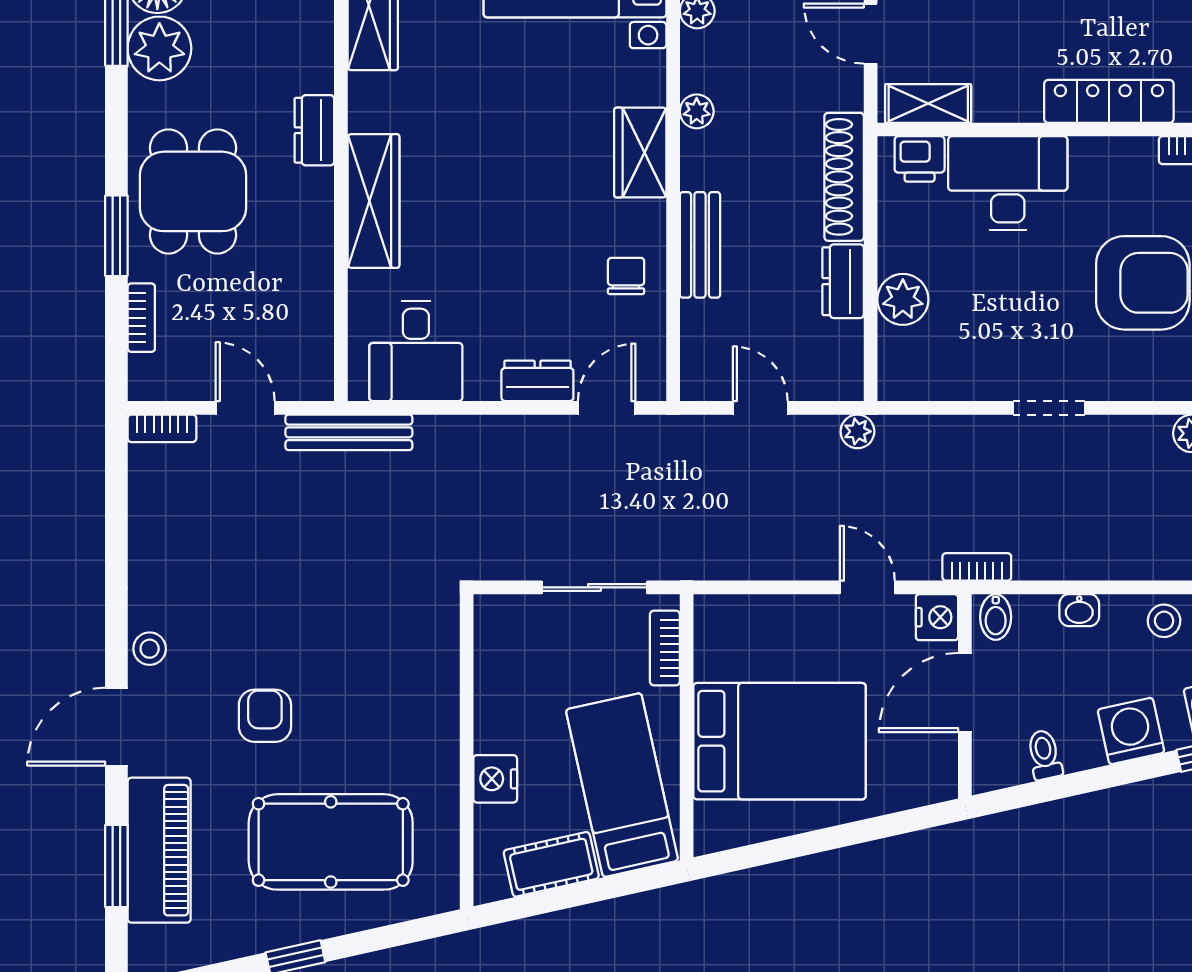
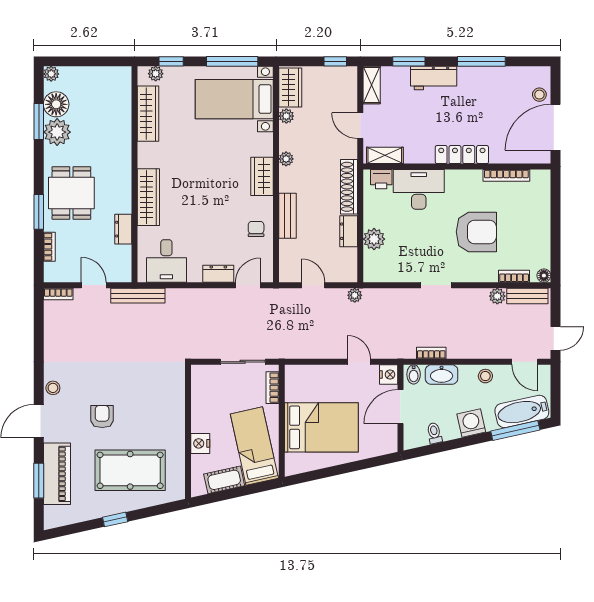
dresser: (314, 130) -> (123, 229), moved
bookcase: (977, 567) -> (431, 353), moved
washbasin: (1079, 610) -> (442, 375), width x1.91, depth x1.45

